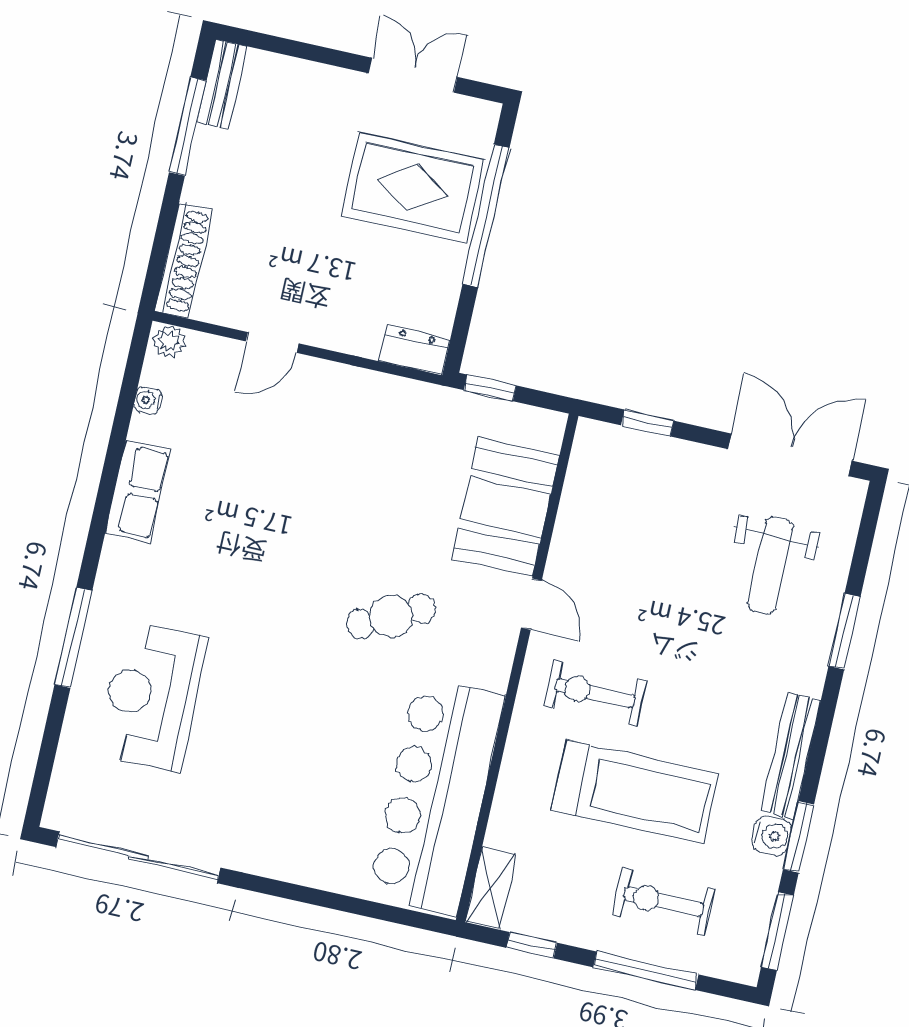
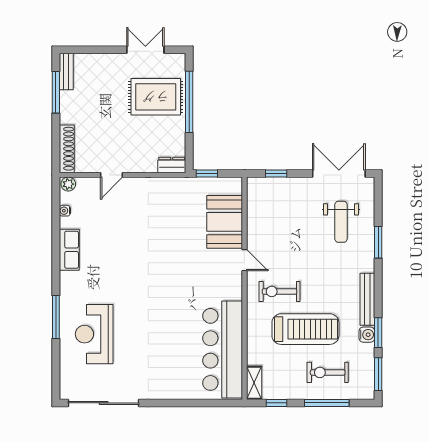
cafe table: (391, 616) -> (187, 278), removed

